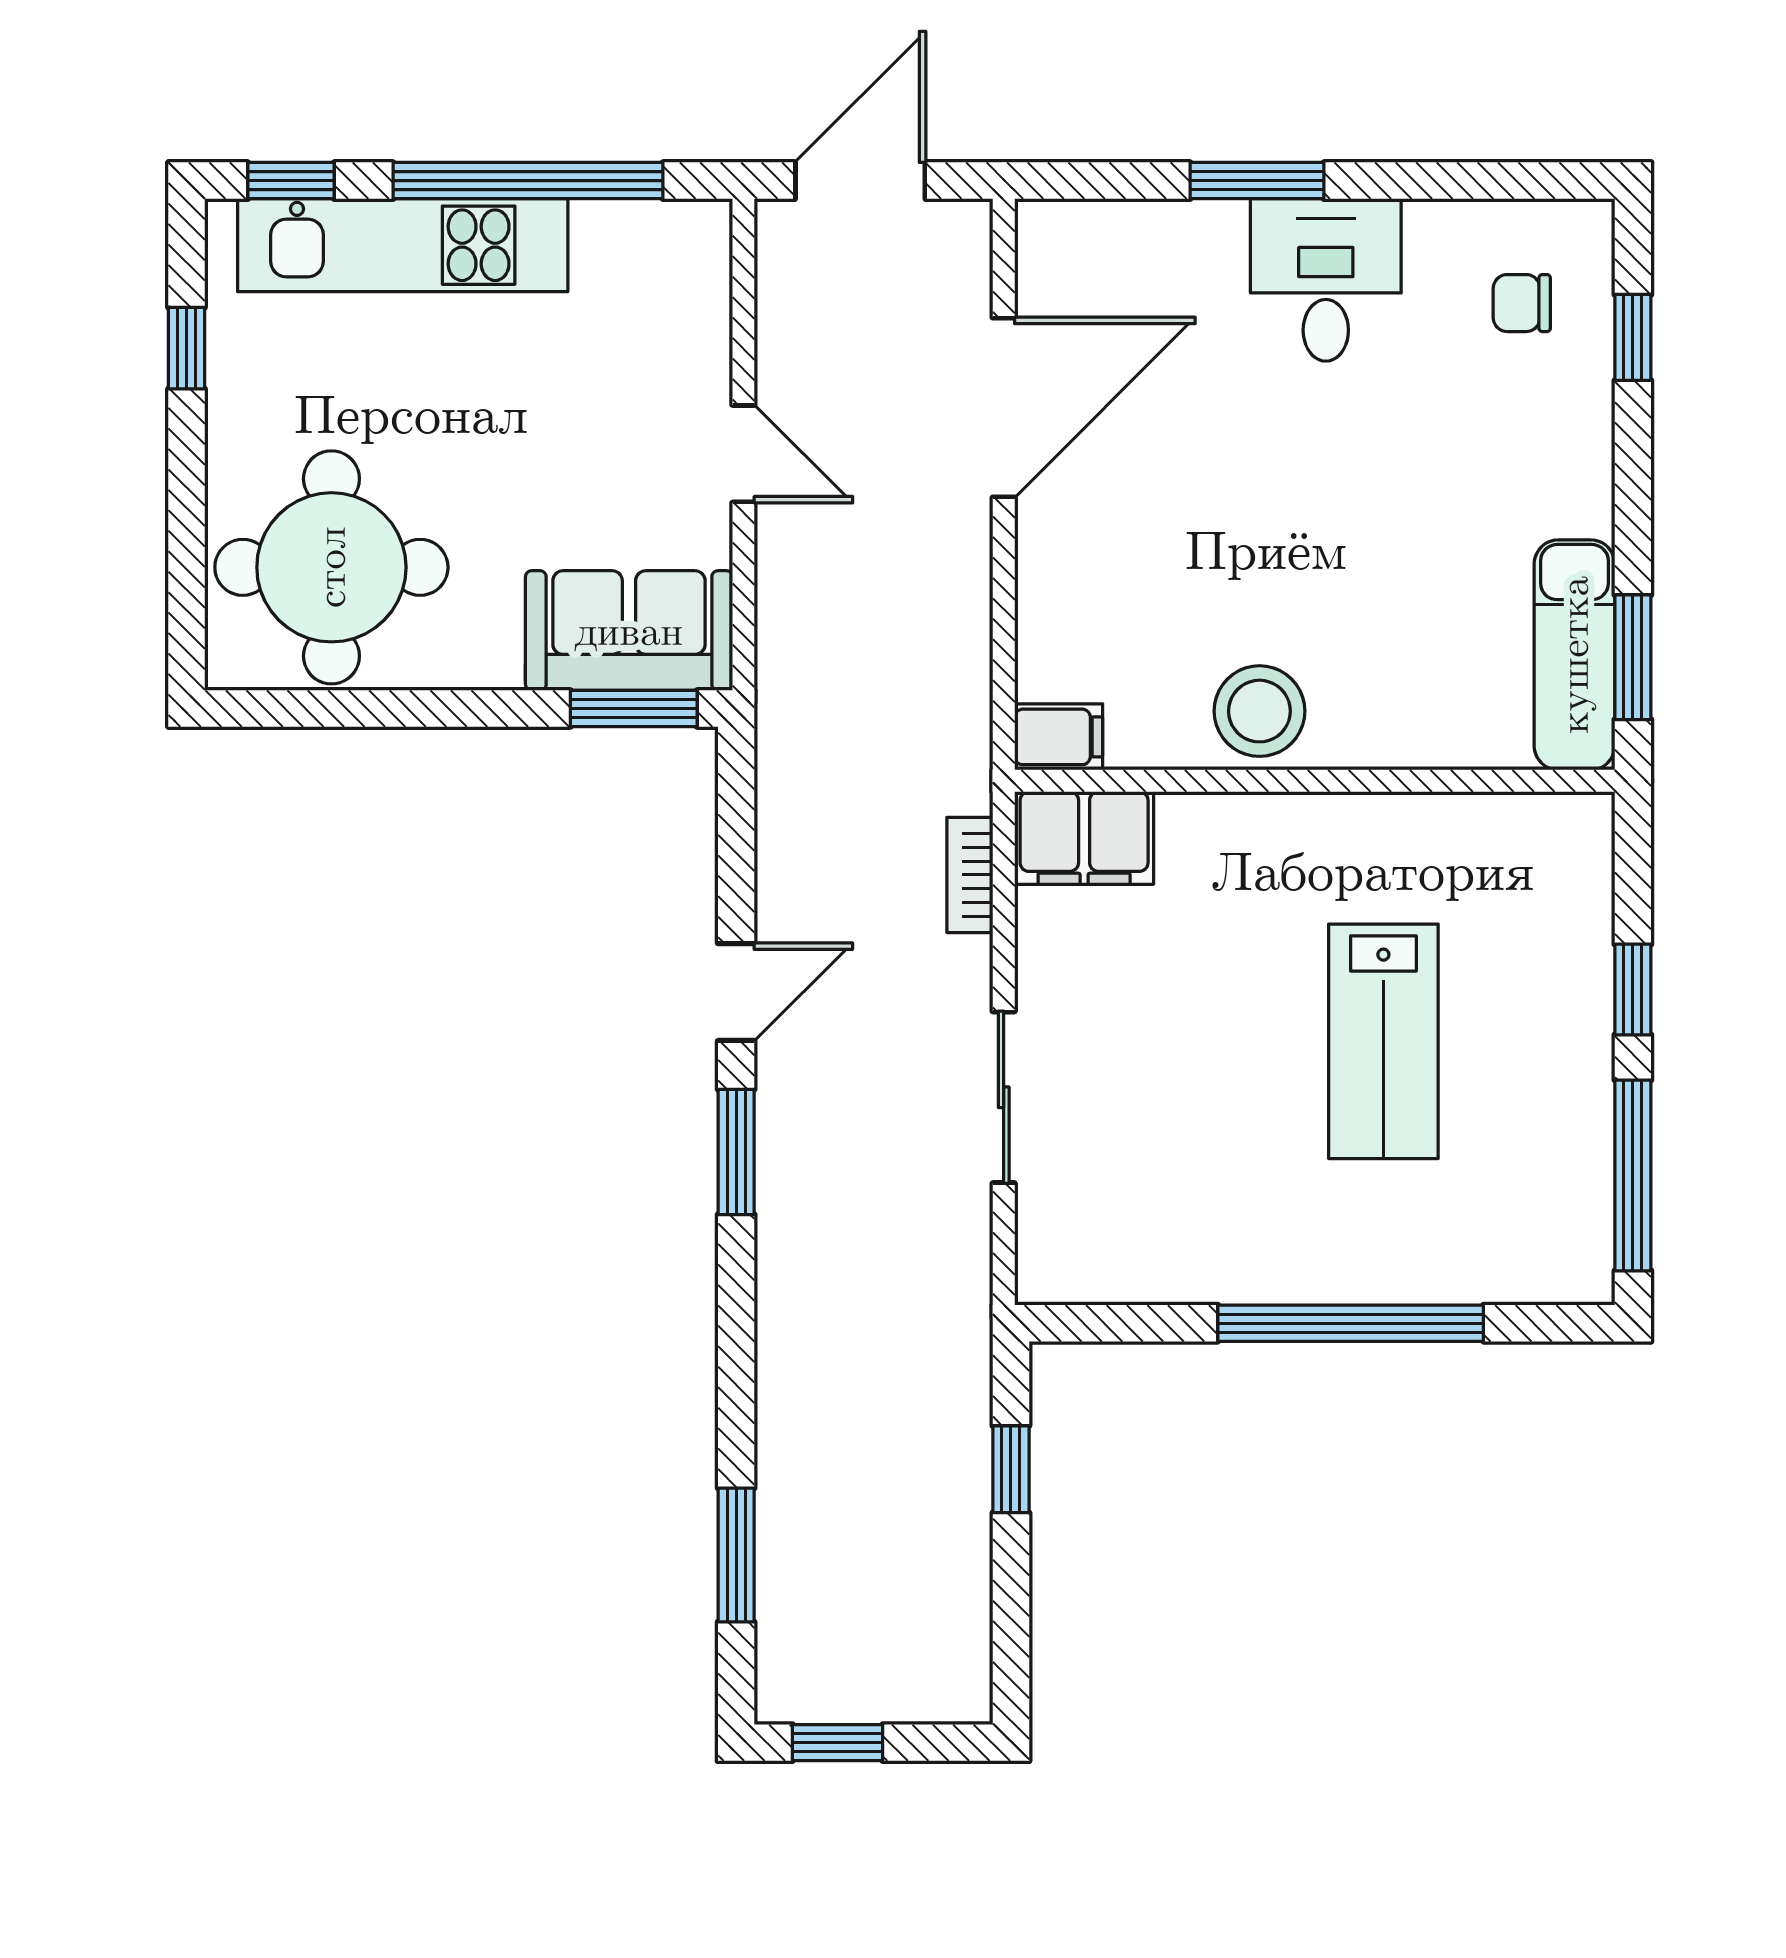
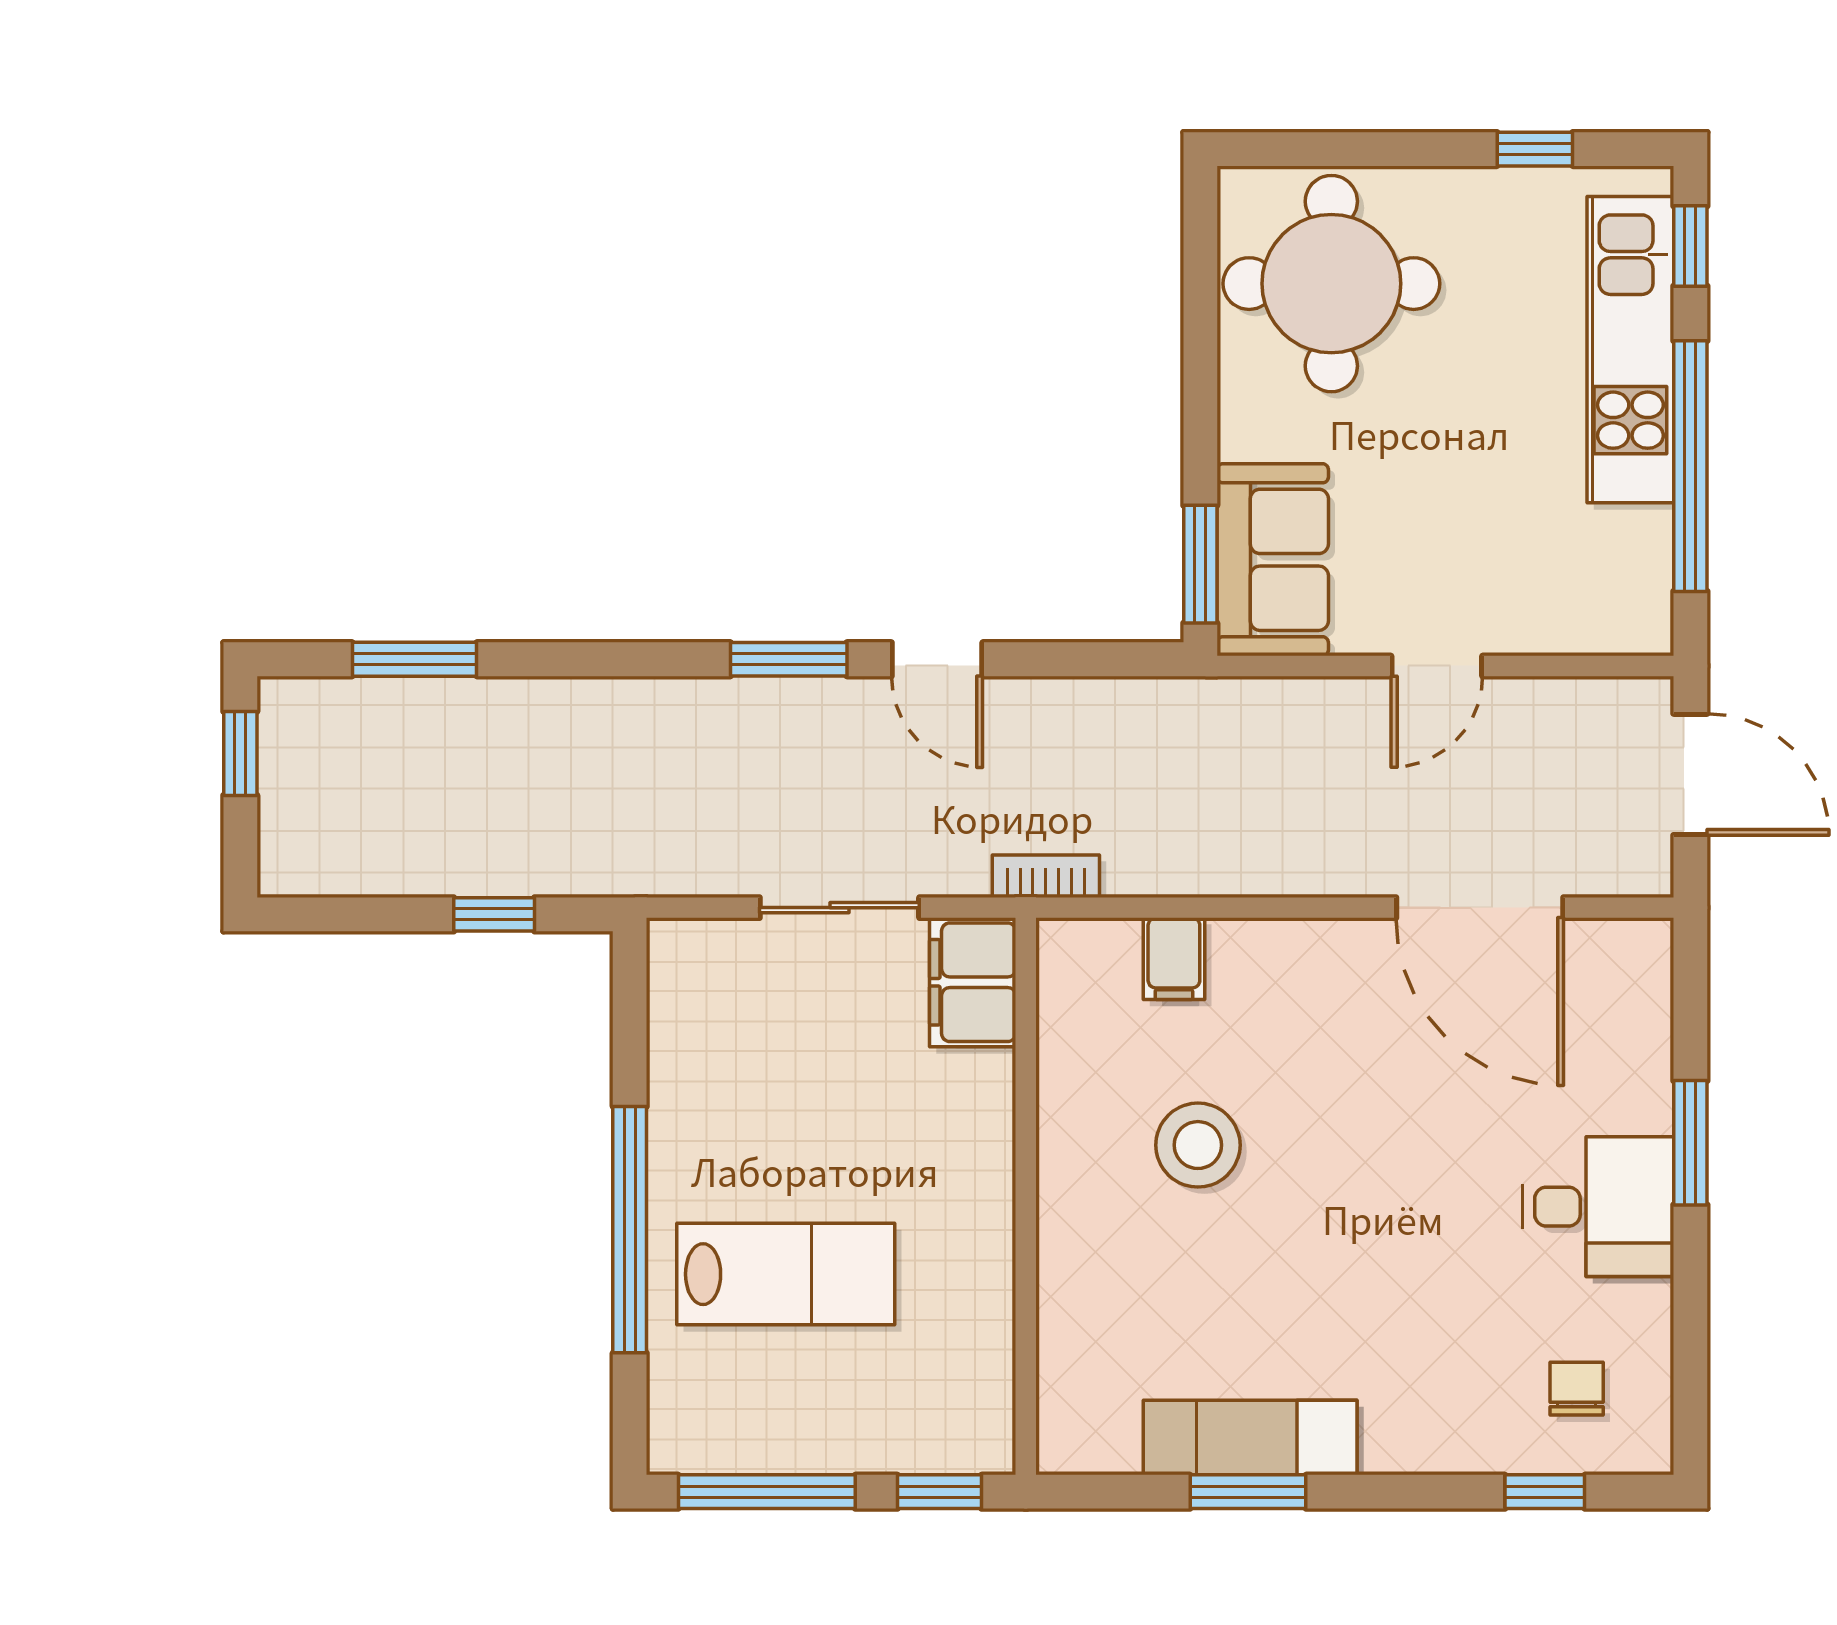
wall: (1315, 781) -> (1026, 1196), moved
filing cabinet: (1084, 838) -> (973, 982), moved
lab bench: (1383, 1041) -> (786, 1274), moved, turned 180

